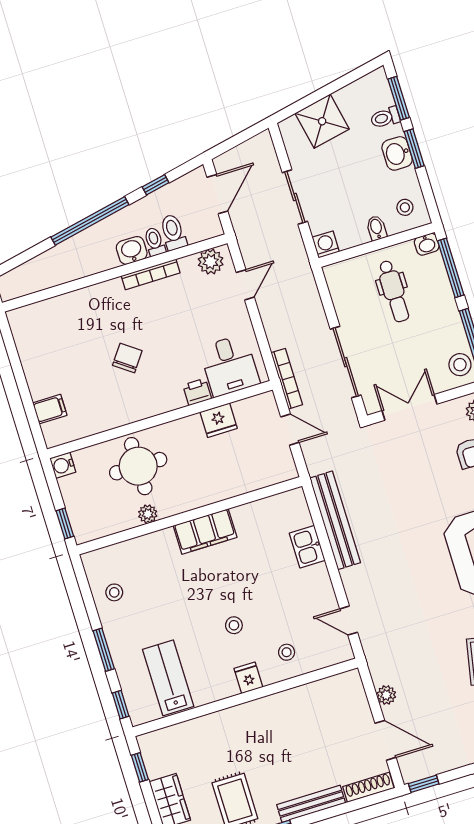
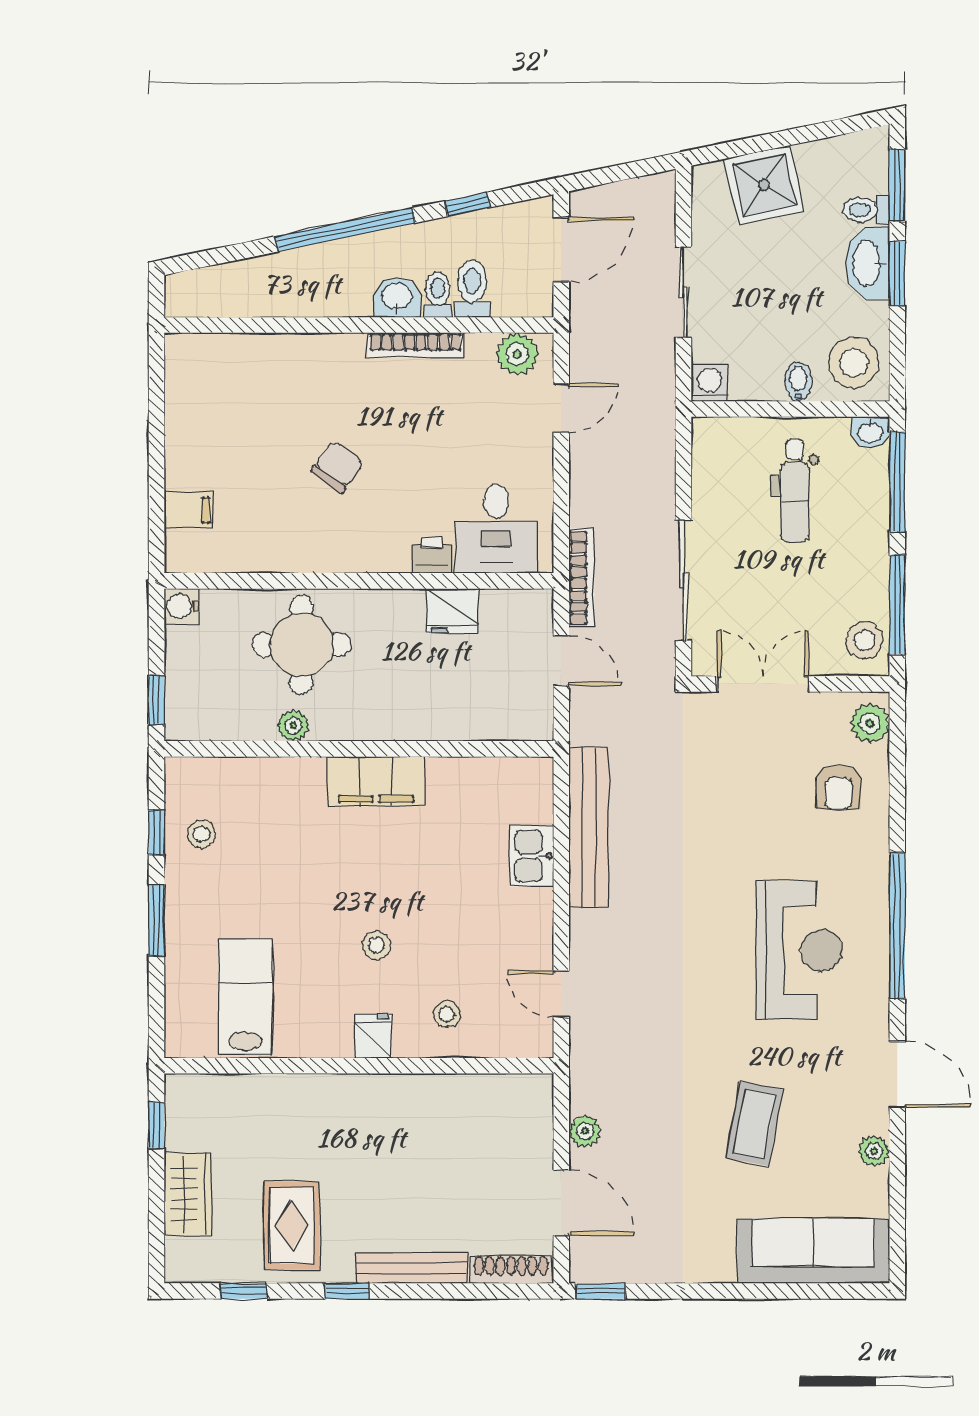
washbasin: (397, 153) -> (868, 263), width x1.38
stool: (405, 207) -> (854, 363), width x1.89, depth x1.89
window: (121, 705) -> (157, 833), moved

